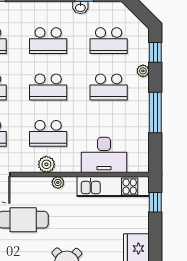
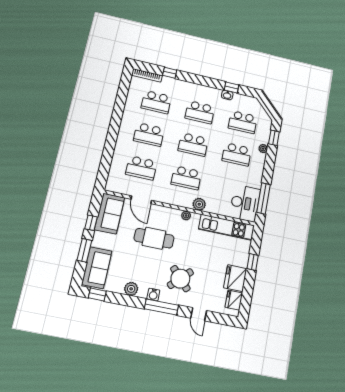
window: (155, 113) -> (264, 198), moved
desk: (104, 155) -> (245, 203), moved, turned -90
plant: (46, 164) -> (199, 204), moved
window: (155, 202) -> (253, 262), moved

